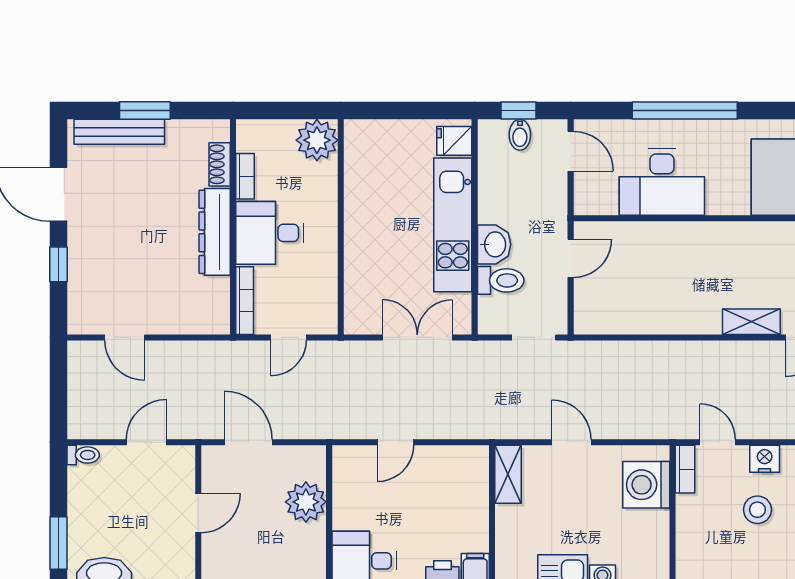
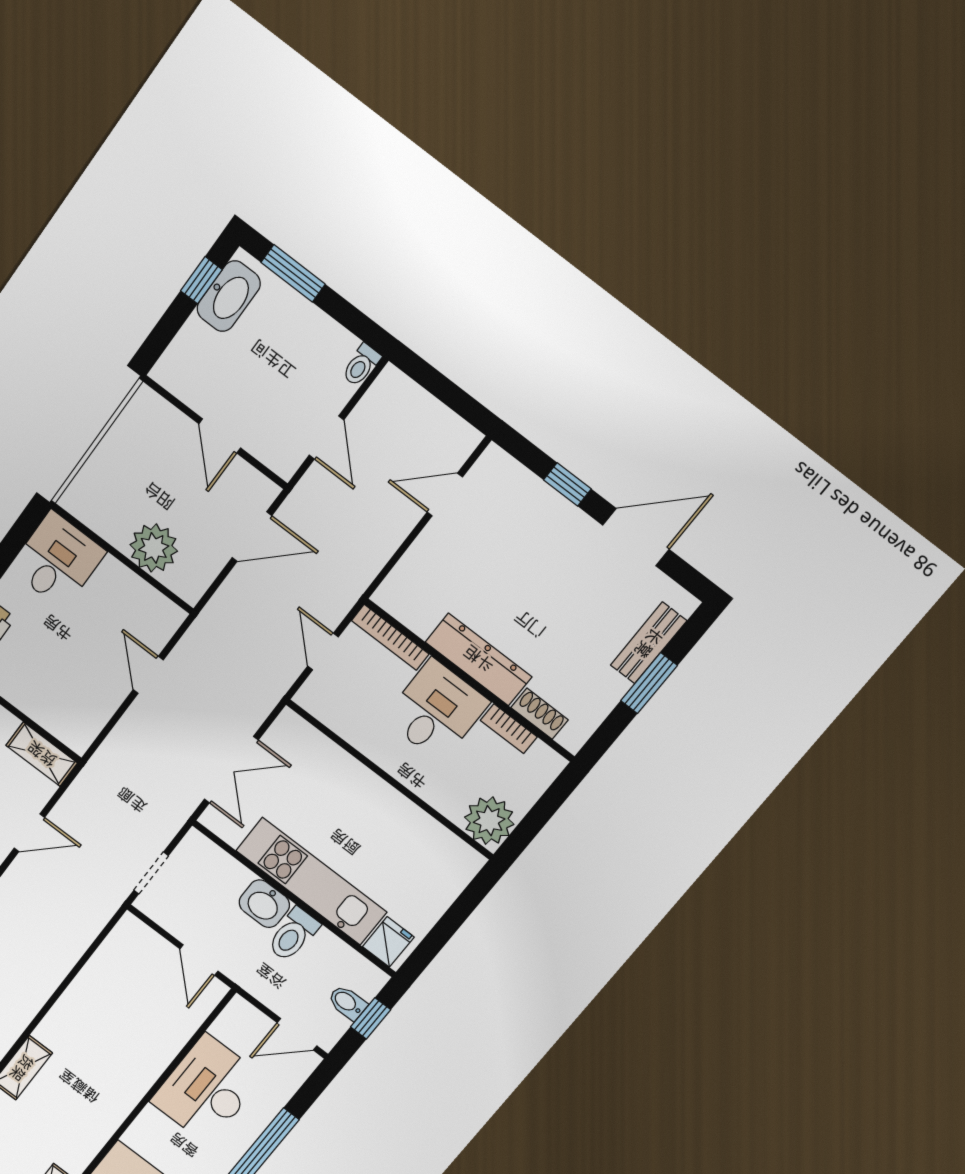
bench: (119, 132) -> (649, 643), width x0.73
toilet: (501, 280) -> (293, 935), moved

